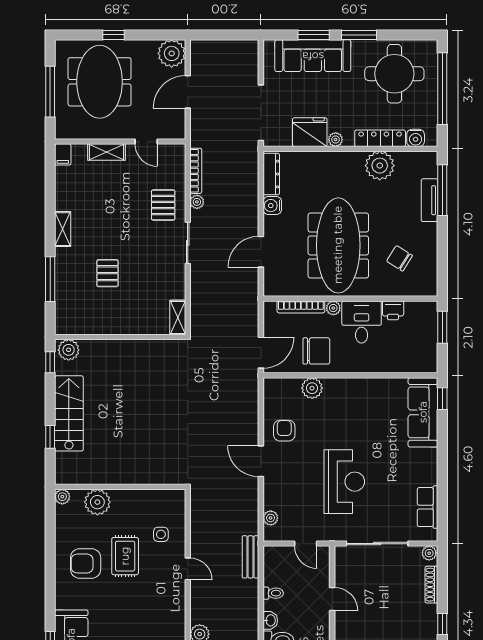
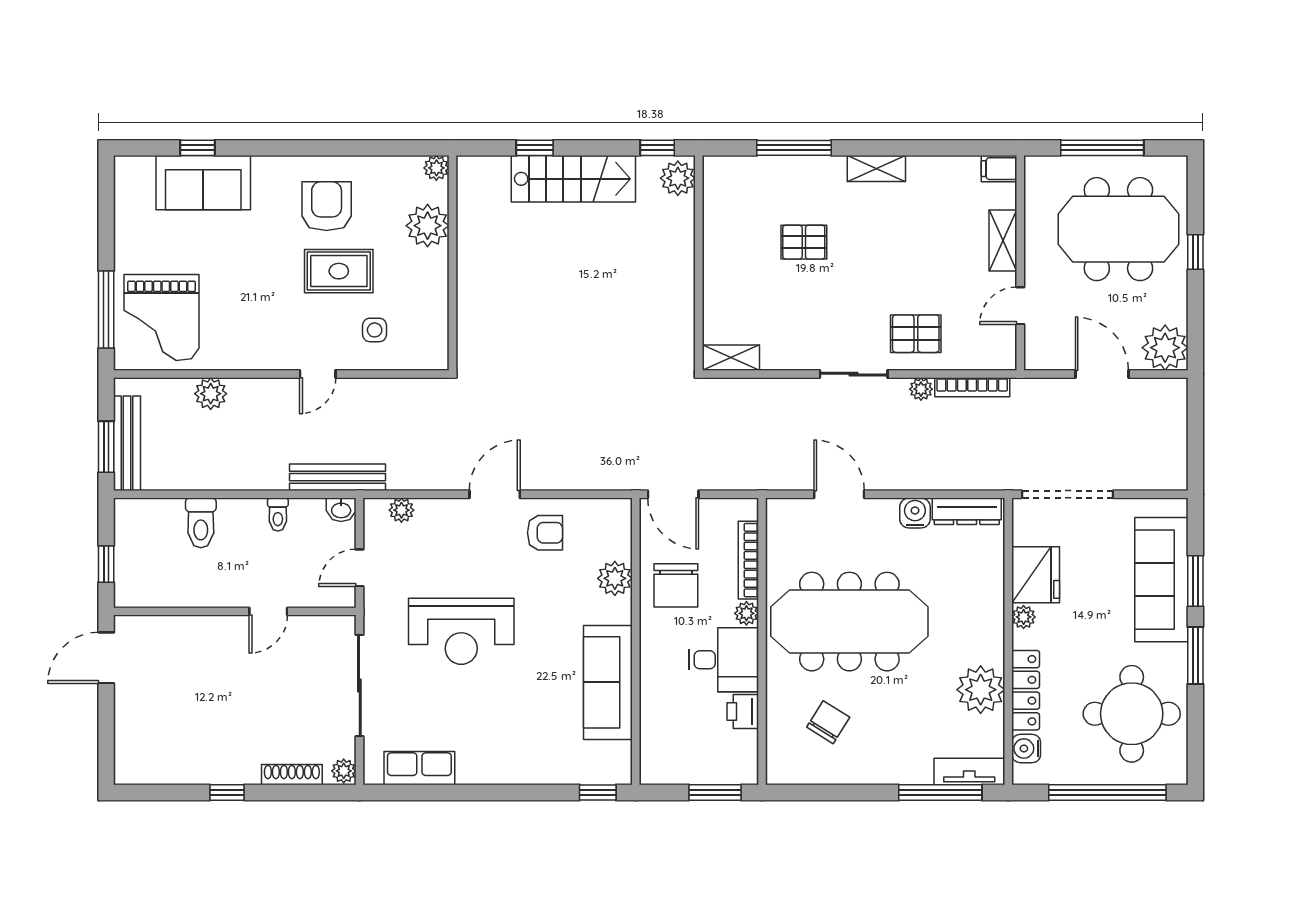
tv unit: (430, 200) -> (969, 772), moved
sofa: (423, 412) -> (608, 682), moved, turned -90
bench: (250, 557) -> (337, 477), width x1.36
washbasin: (270, 620) -> (341, 510), moved

